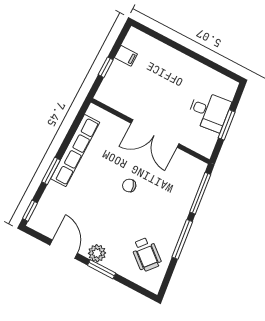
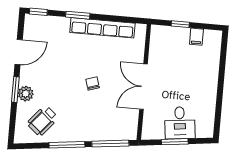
plant: (97, 253) -> (26, 94), moved

